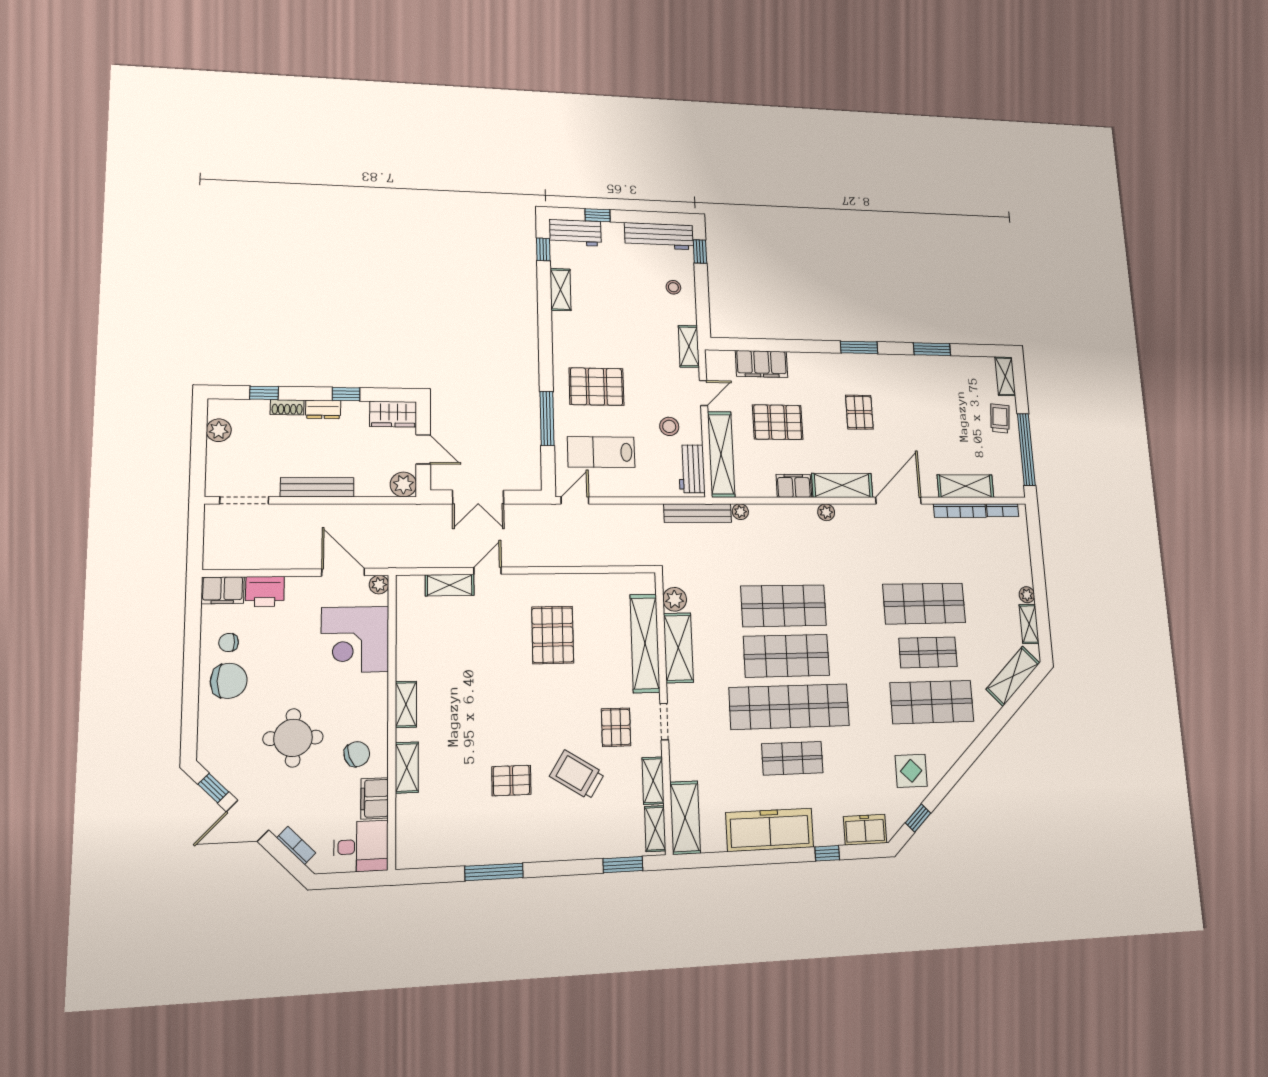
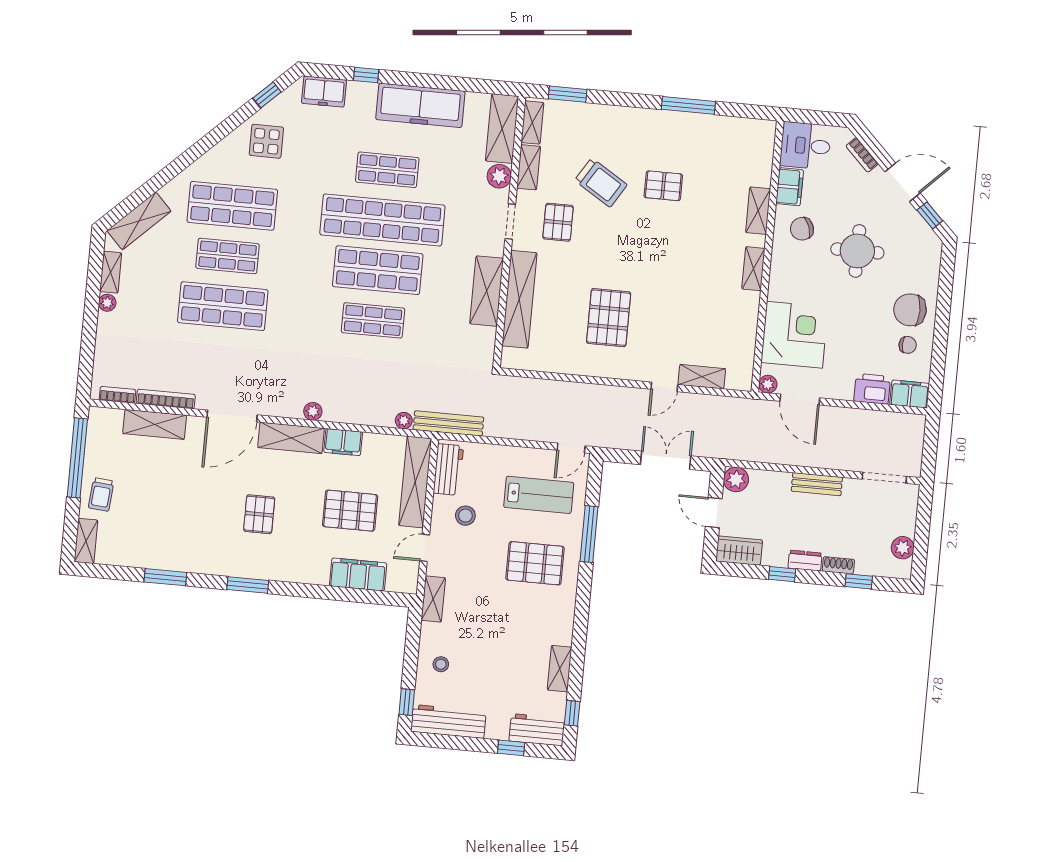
bench: (317, 487) -> (817, 484), width x0.73
plant: (675, 599) -> (499, 176), moved
shop shelf: (784, 606) -> (373, 320), width x0.70, depth x0.74

